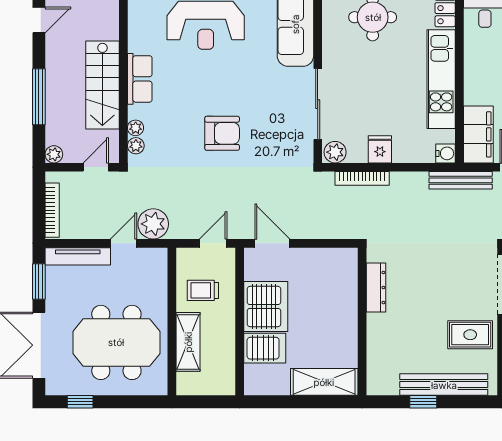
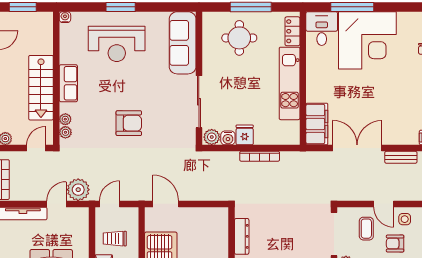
water cooler: (446, 153) -> (228, 138), moved, turned 90
bookcase: (362, 178) -> (260, 156), moved
bench: (461, 180) -> (304, 158), removed
door: (213, 243) -> (110, 204), moved

